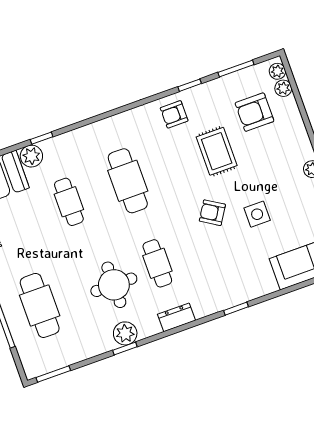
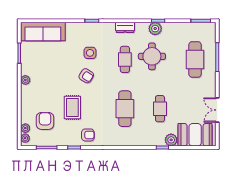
armchair: (255, 112) -> (45, 121), turned -90
side table: (257, 214) -> (90, 53), moved

